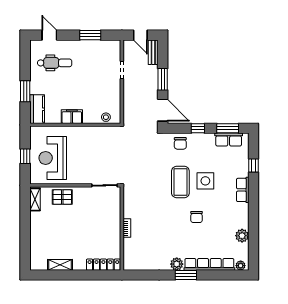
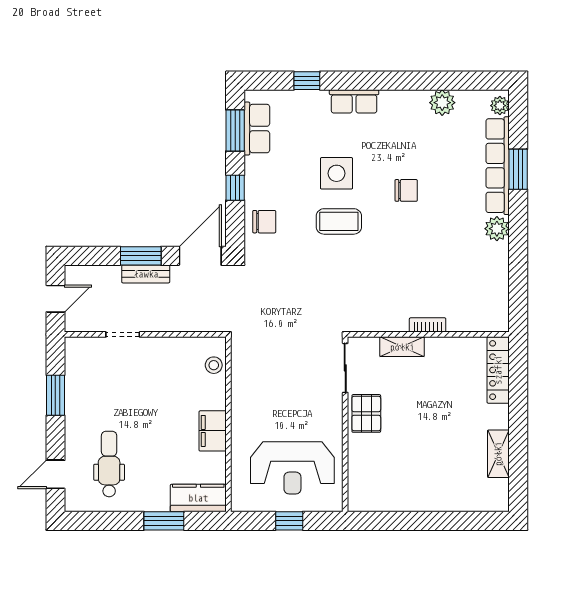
bench: (153, 52) -> (146, 274), moved
coffee table: (180, 182) -> (339, 221), width x0.73, depth x0.76
pallet: (62, 197) -> (366, 413), moved
shelving: (35, 199) -> (402, 347), moved
window: (186, 275) -> (518, 169), moved

